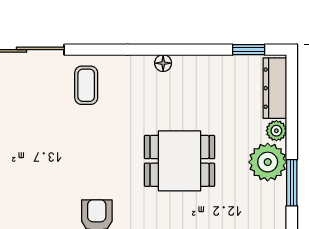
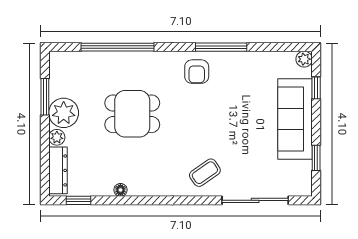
floor lamp: (163, 63) -> (120, 190), moved
coffee table: (86, 85) -> (205, 173), turned 55

